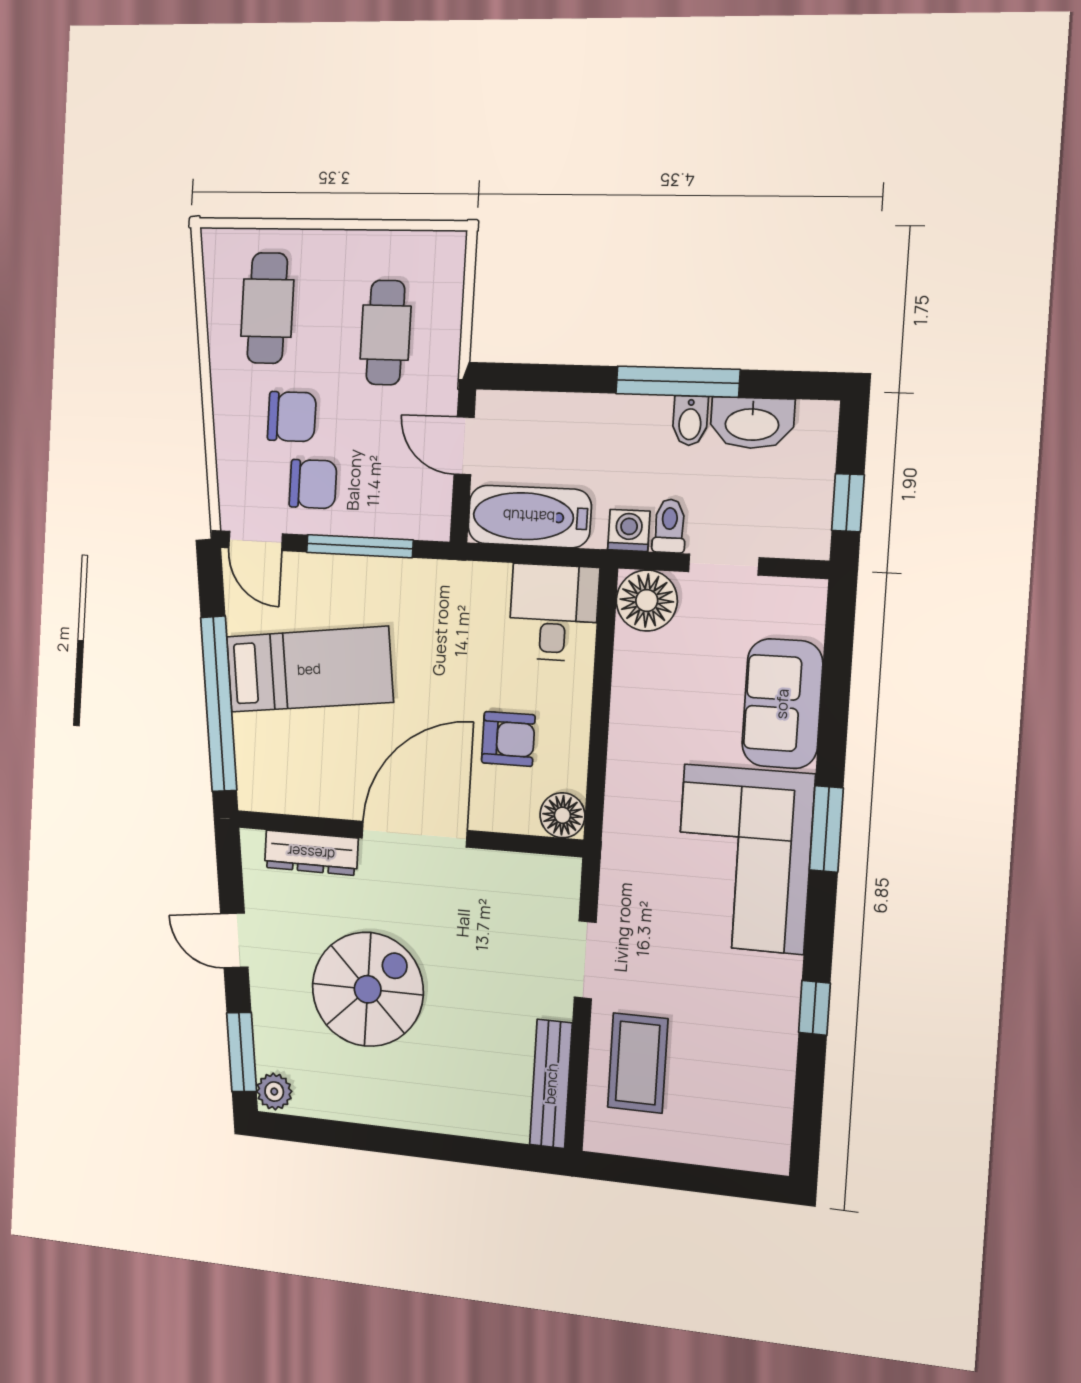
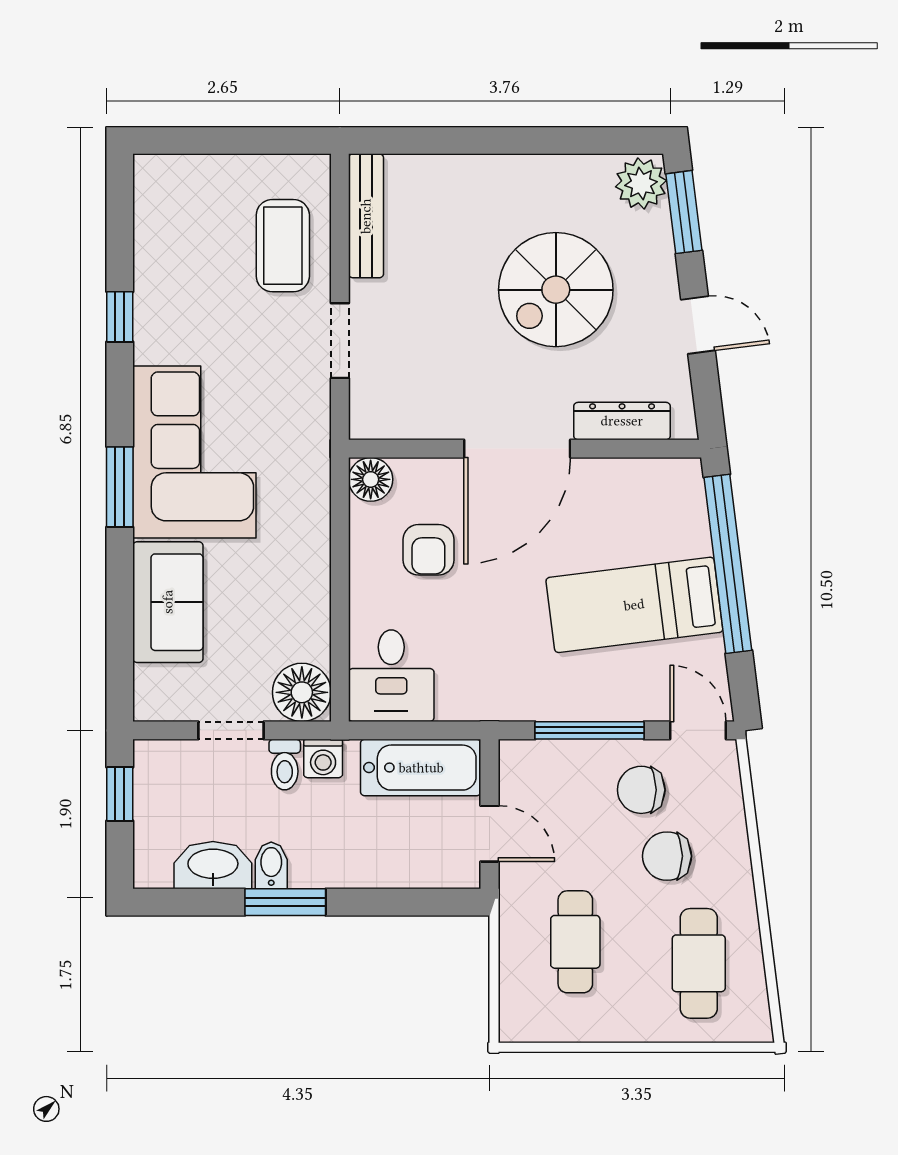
window: (678, 382) -> (285, 902), width x0.69
armchair: (508, 739) -> (428, 550), turned -90
plant: (274, 1092) -> (641, 184), width x1.38, depth x1.38

